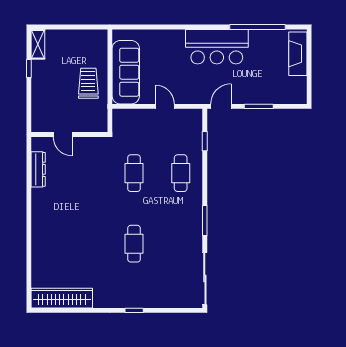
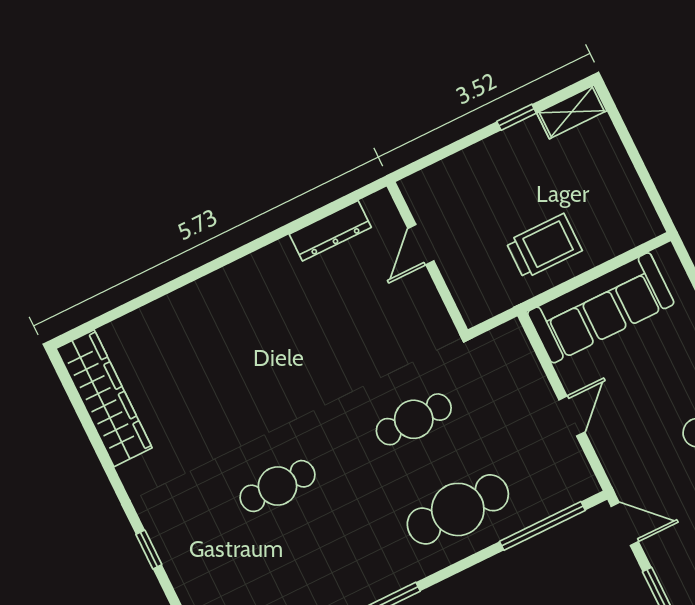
window: (205, 141) -> (542, 526), width x2.17
cafe table: (181, 173) -> (458, 509), width x1.37, depth x1.35

